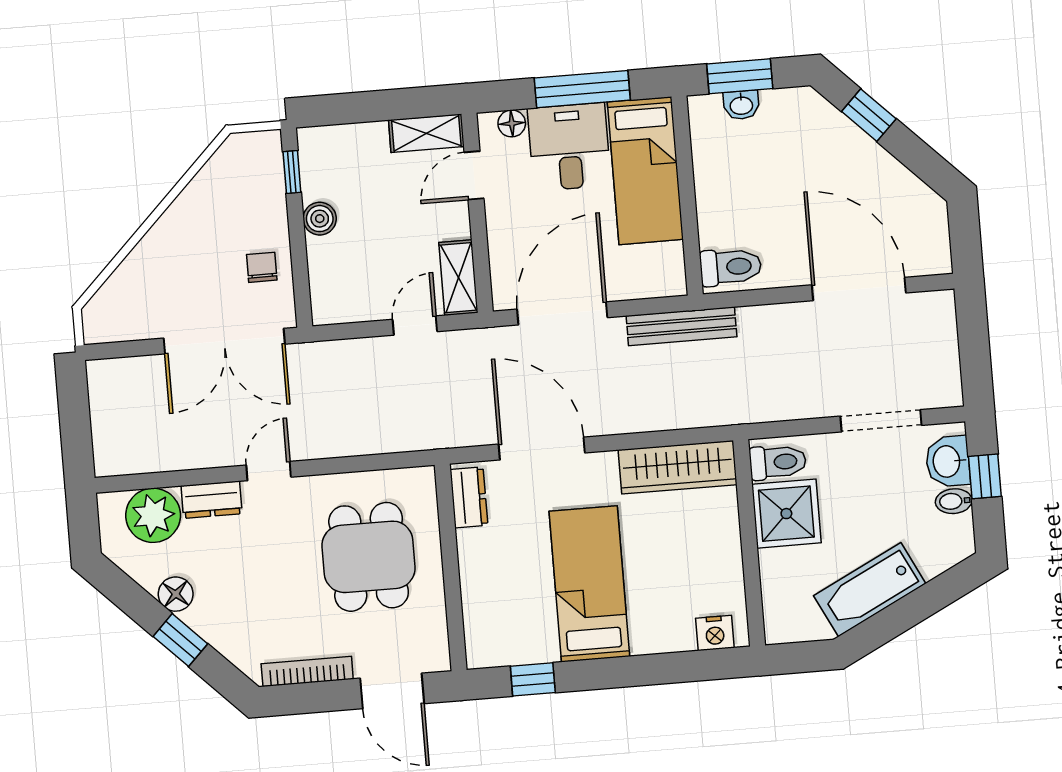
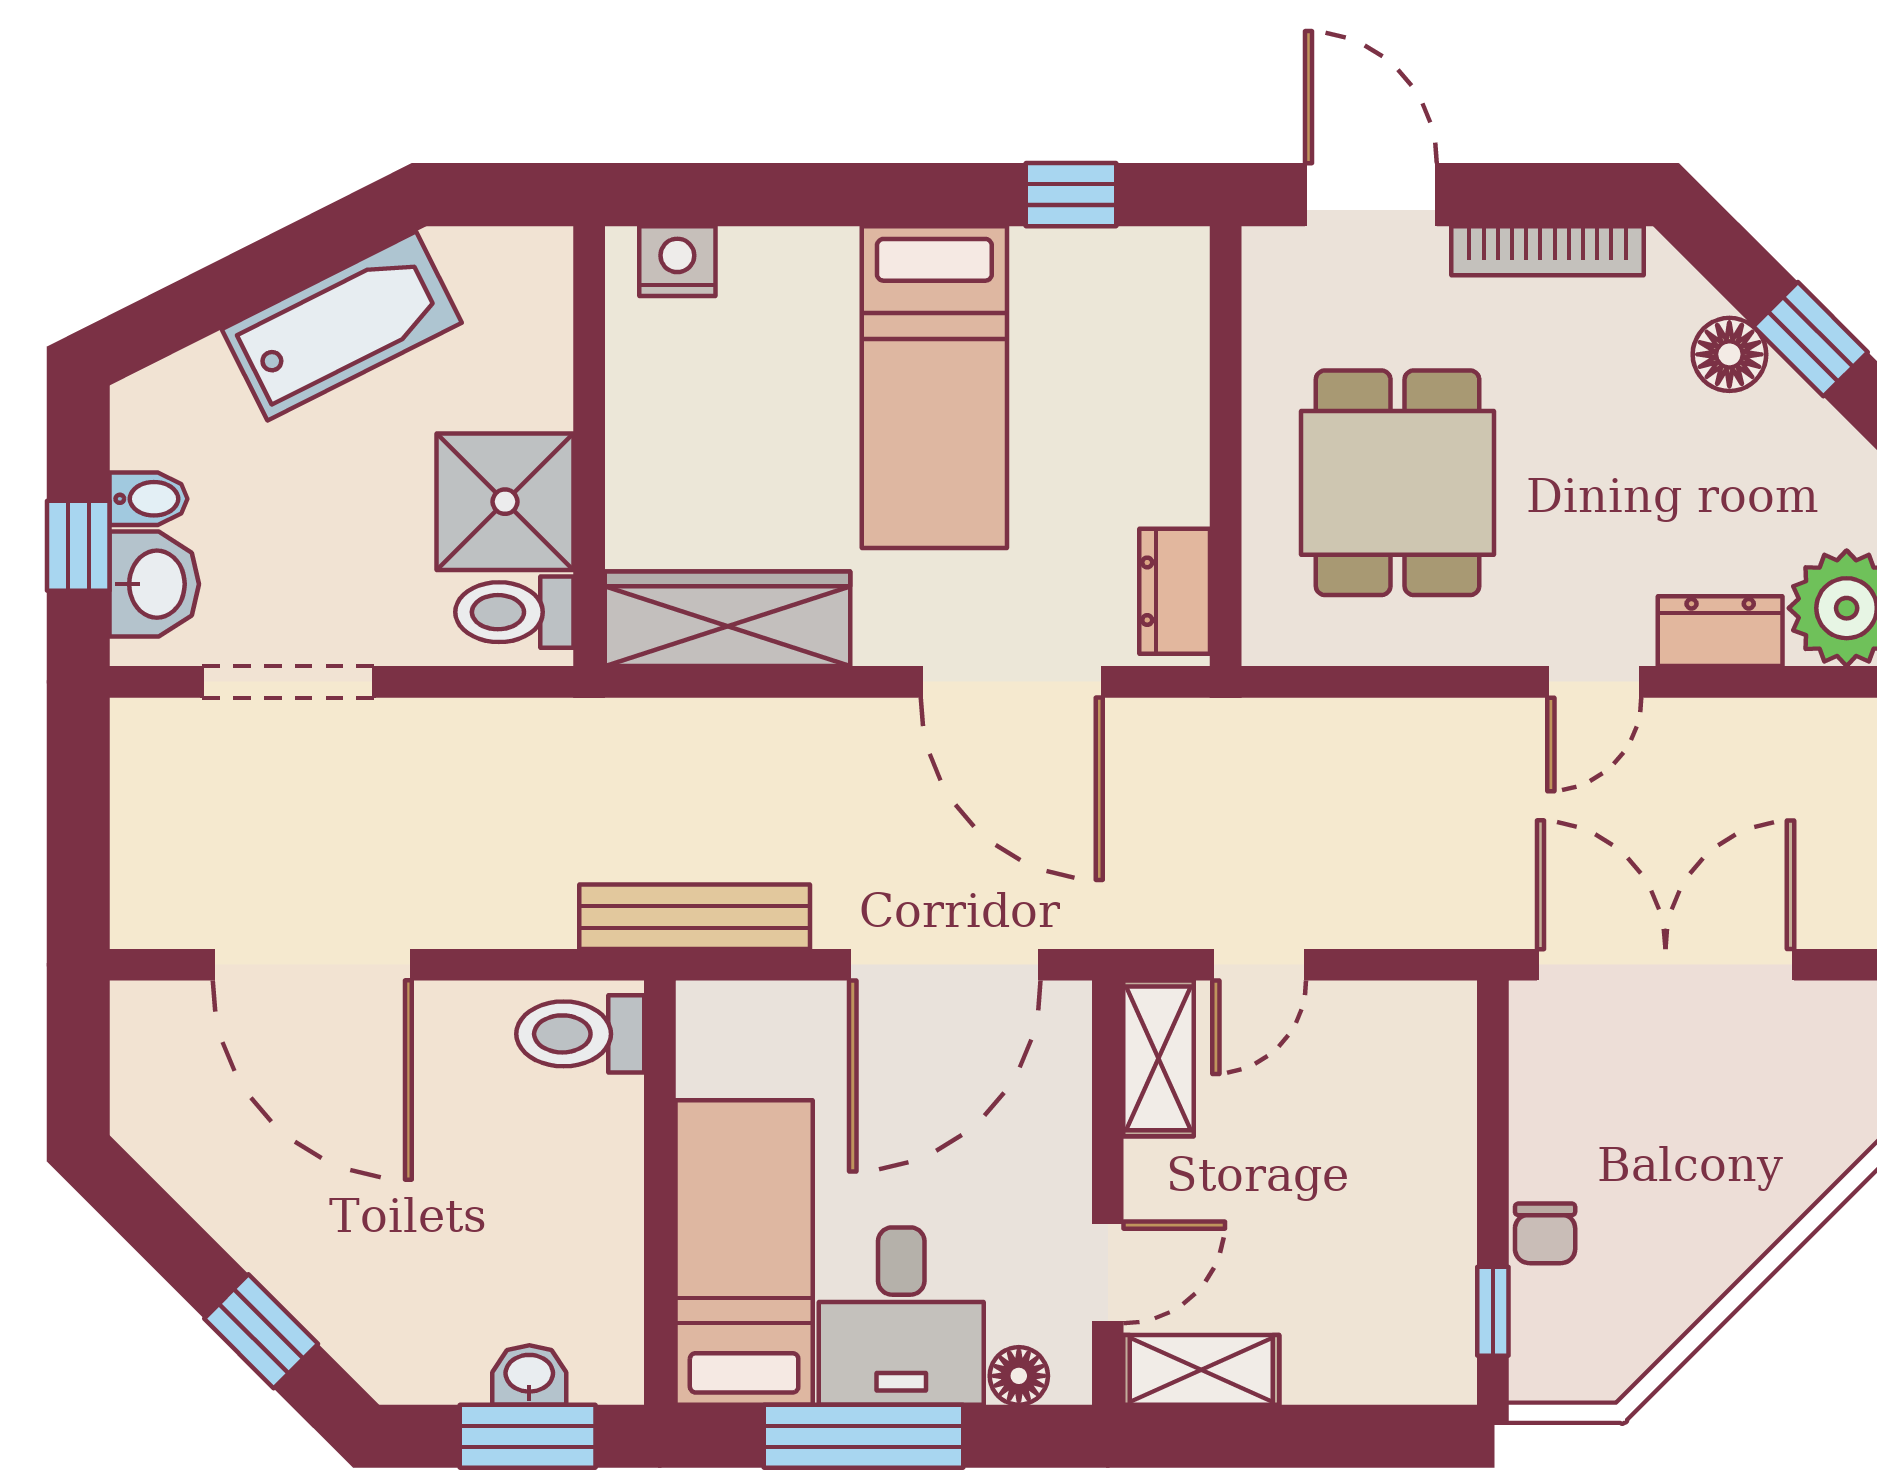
boiler: (320, 219) -> (1442, 1208), removed
chair: (262, 267) -> (1545, 1233), moved
floor lamp: (176, 594) -> (1729, 354), moved

